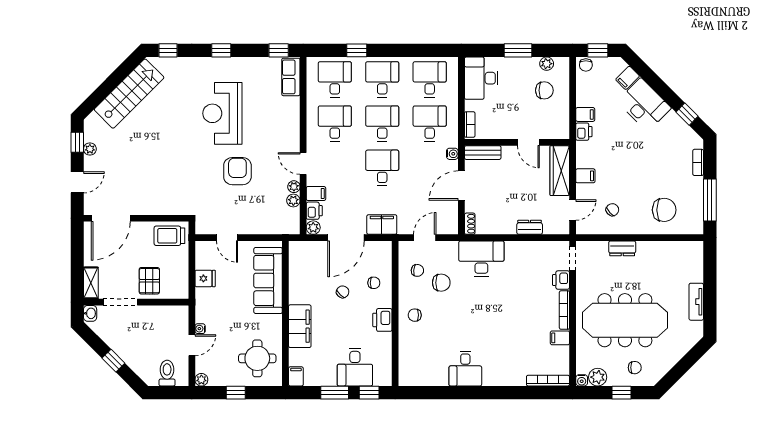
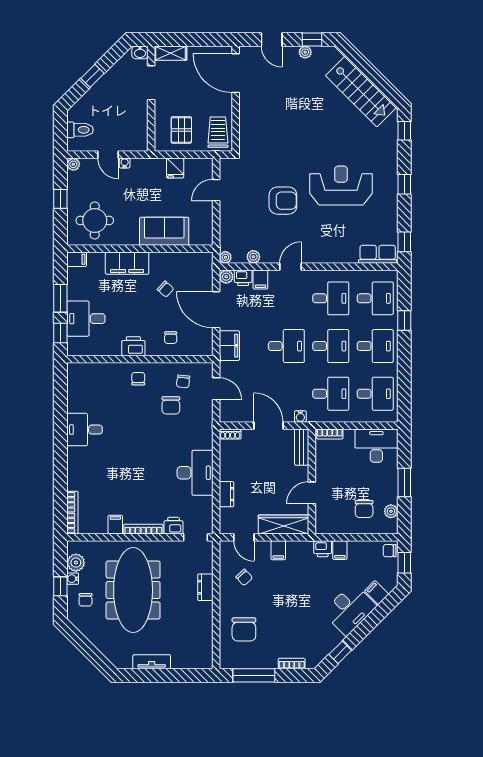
plant: (294, 187) -> (225, 257), moved
desk: (481, 259) -> (195, 473), moved
sofa: (268, 280) -> (164, 231), width x0.73
pallet: (149, 281) -> (181, 130), moved, turned 90
chair: (343, 292) -> (166, 289), moved
water cooler: (582, 380) -> (73, 579), moved

